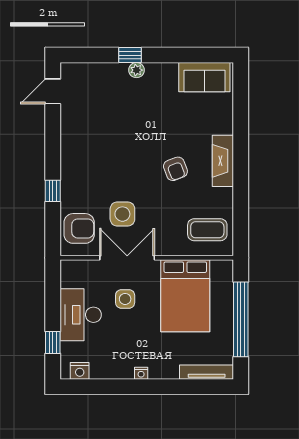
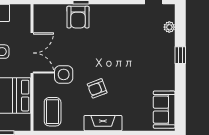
plant: (136, 70) -> (169, 27), moved
side table: (122, 214) -> (64, 74), moved
armchair: (79, 228) -> (78, 17), moved

